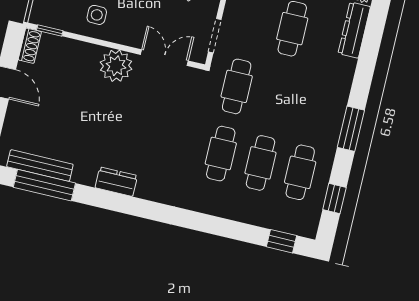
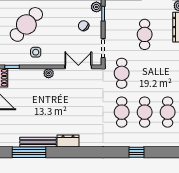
plant: (116, 66) -> (49, 73), width x0.53, depth x0.53
bench: (40, 165) -> (38, 142), moved
window: (281, 241) -> (137, 152), moved

